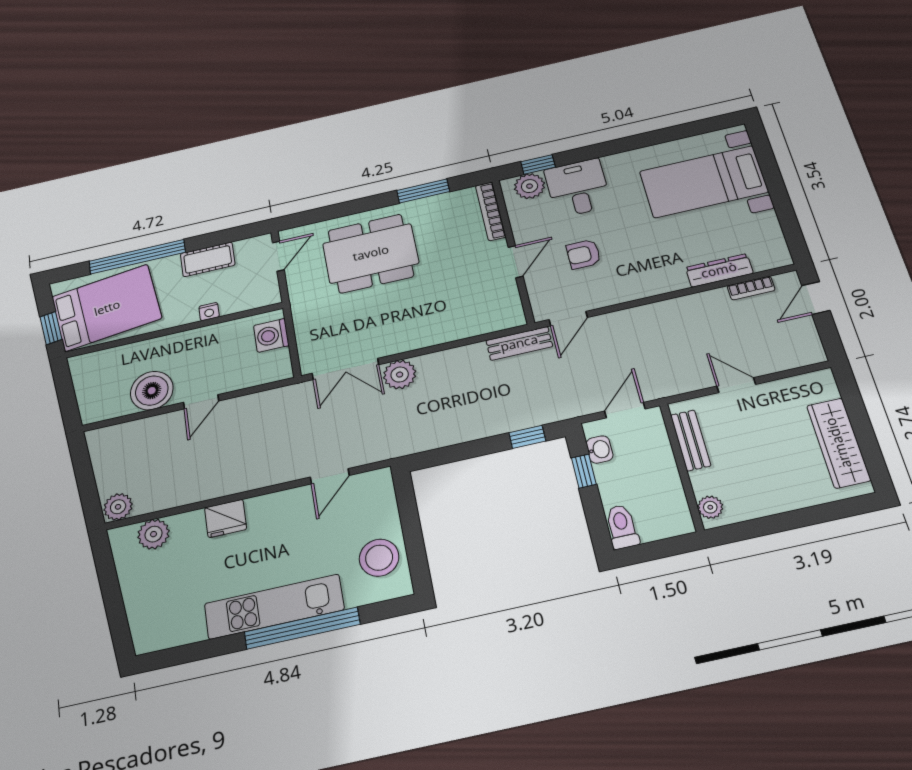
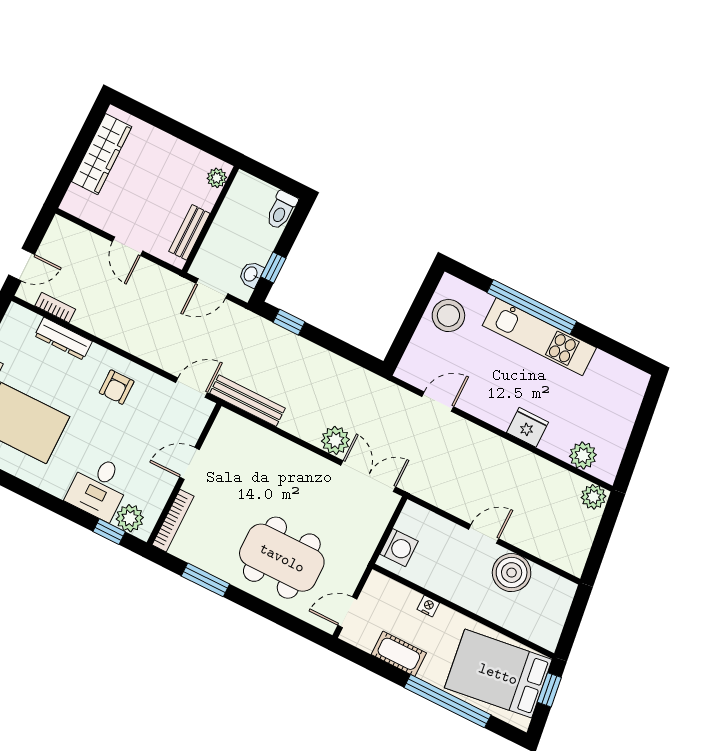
armchair: (584, 254) -> (117, 387), moved, turned 90
bench: (519, 343) -> (247, 401), width x1.36

